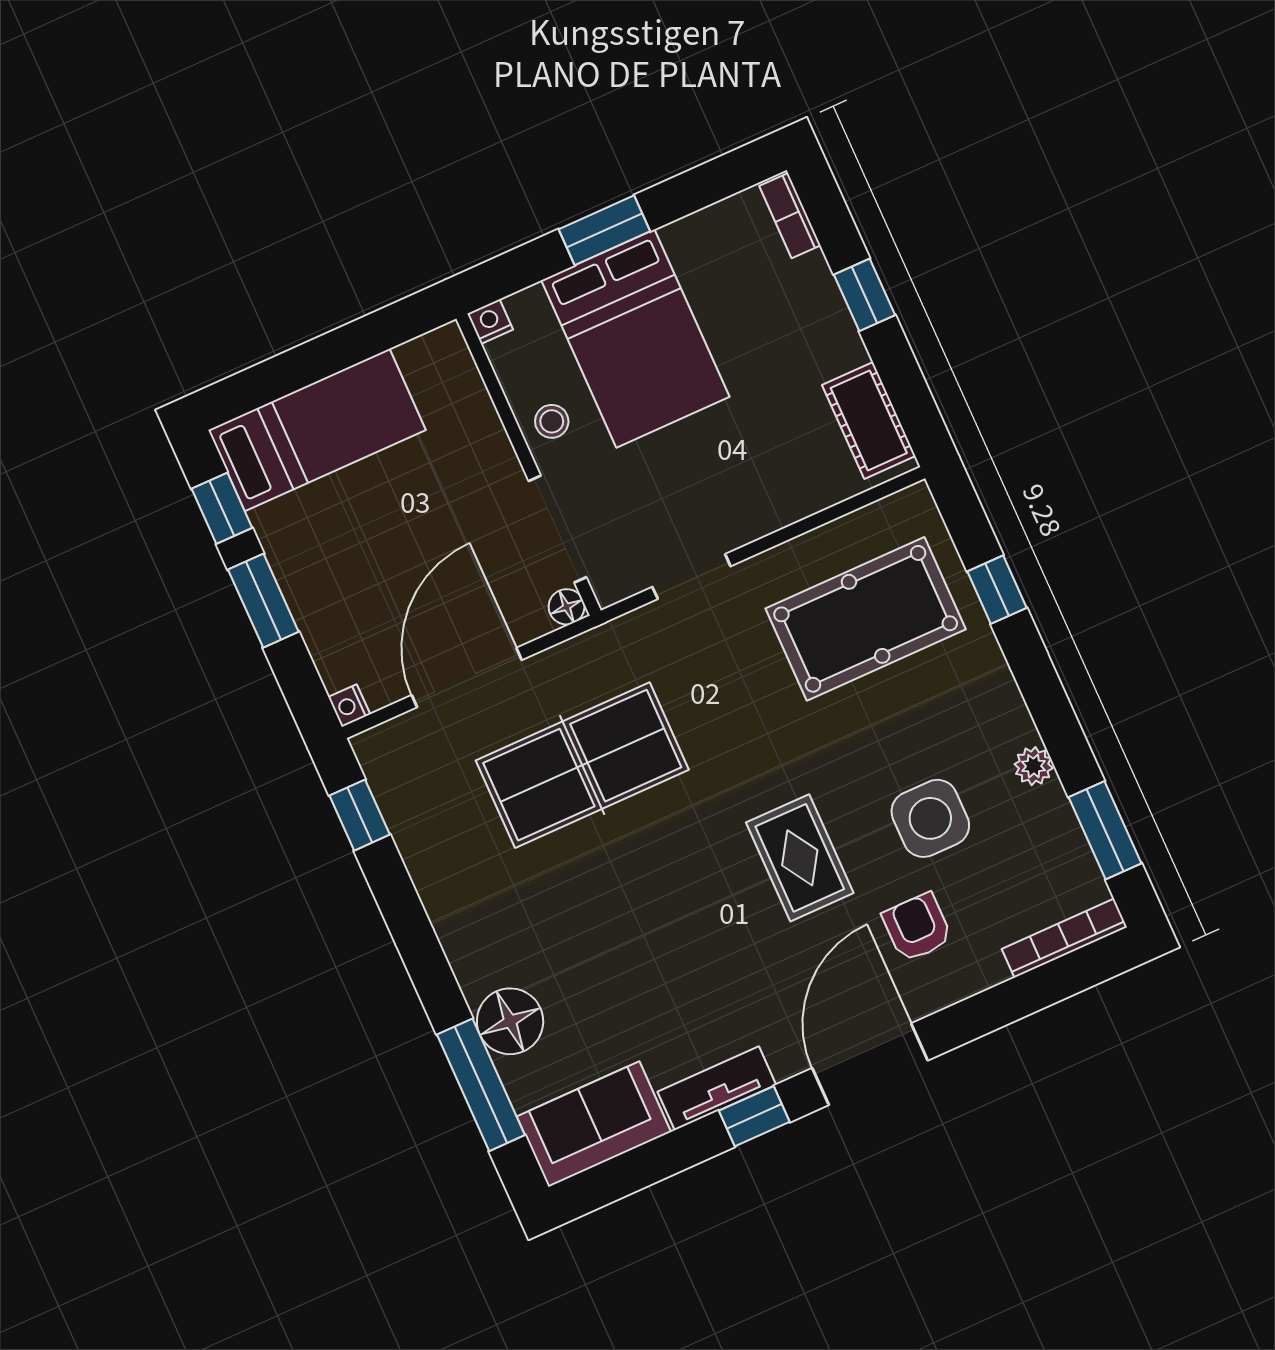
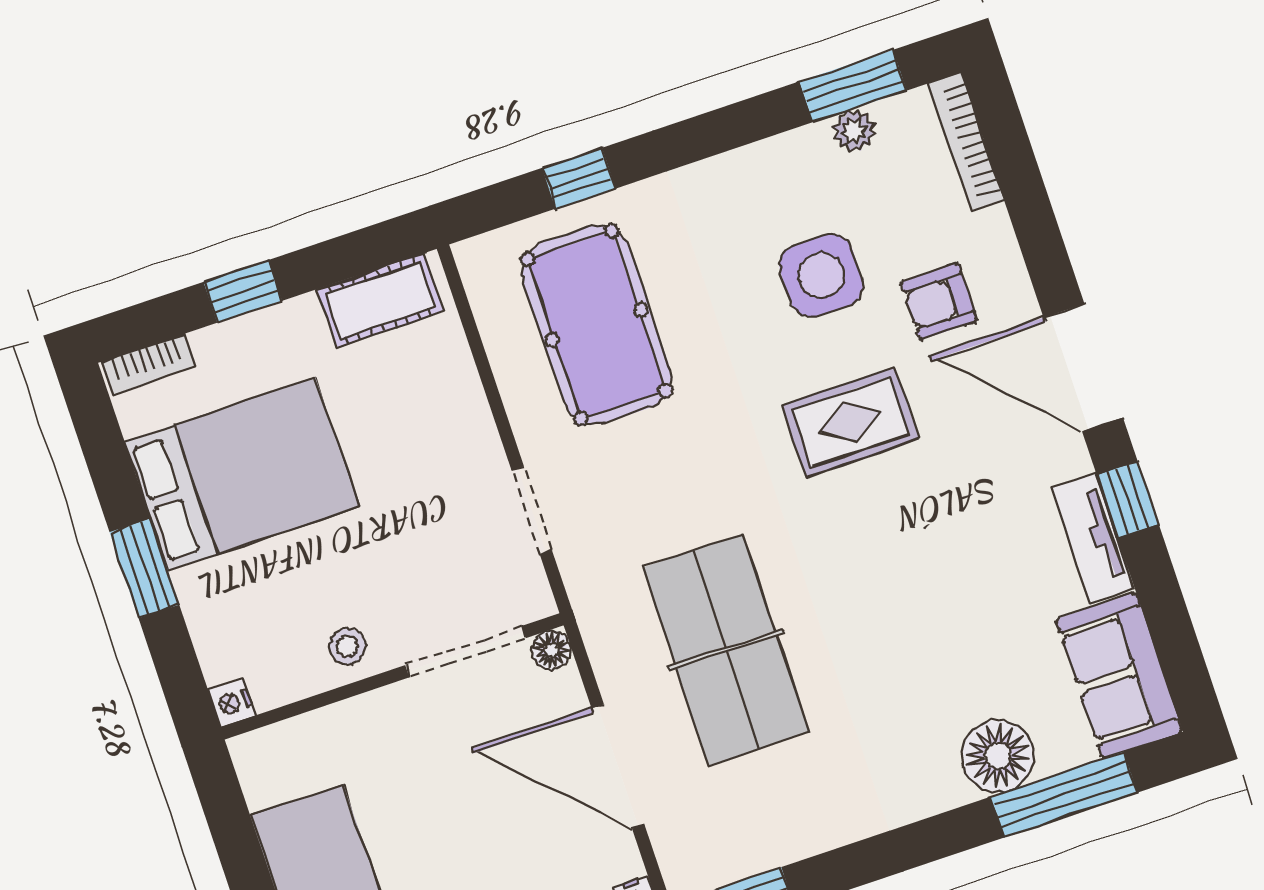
bed: (635, 339) -> (242, 474), moved
plant: (1034, 766) -> (854, 131), moved

